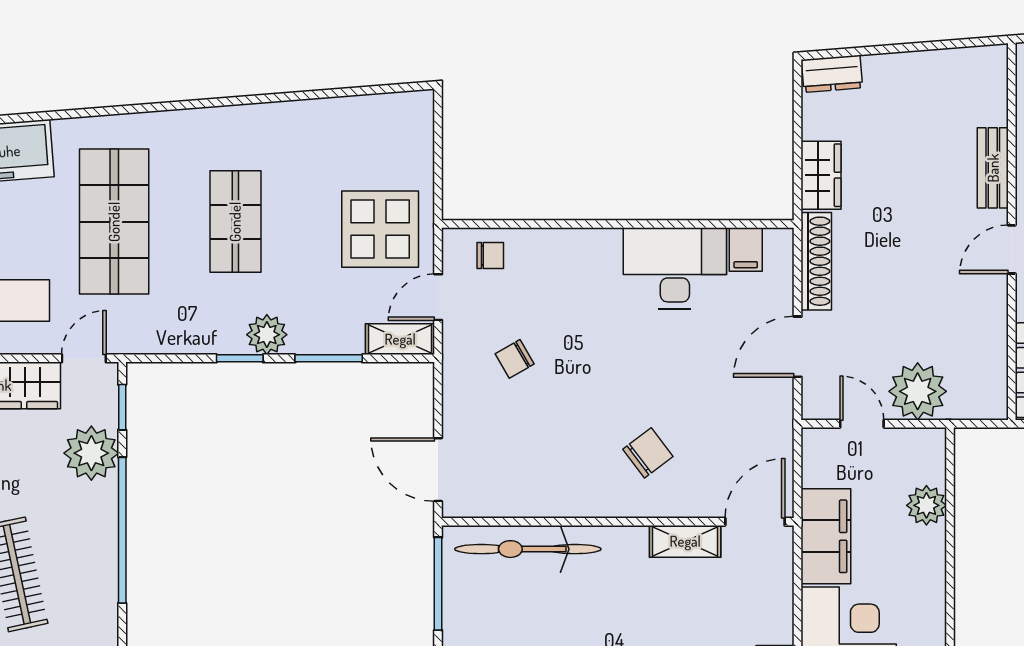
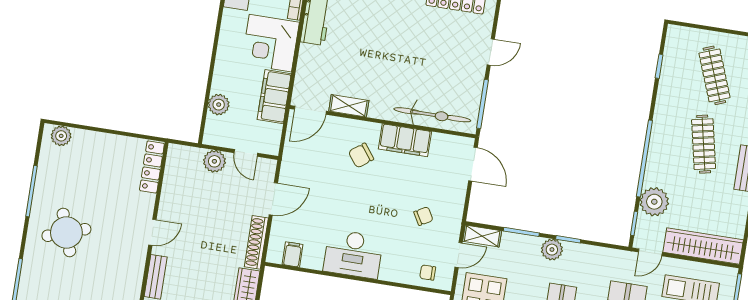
desk: (675, 268) -> (353, 254), moved
plant: (918, 391) -> (214, 161), width x0.73, depth x0.73
filing cabinet: (571, 494) -> (405, 140), added

